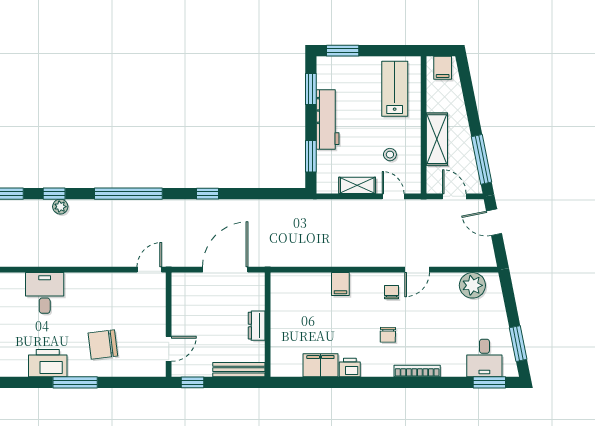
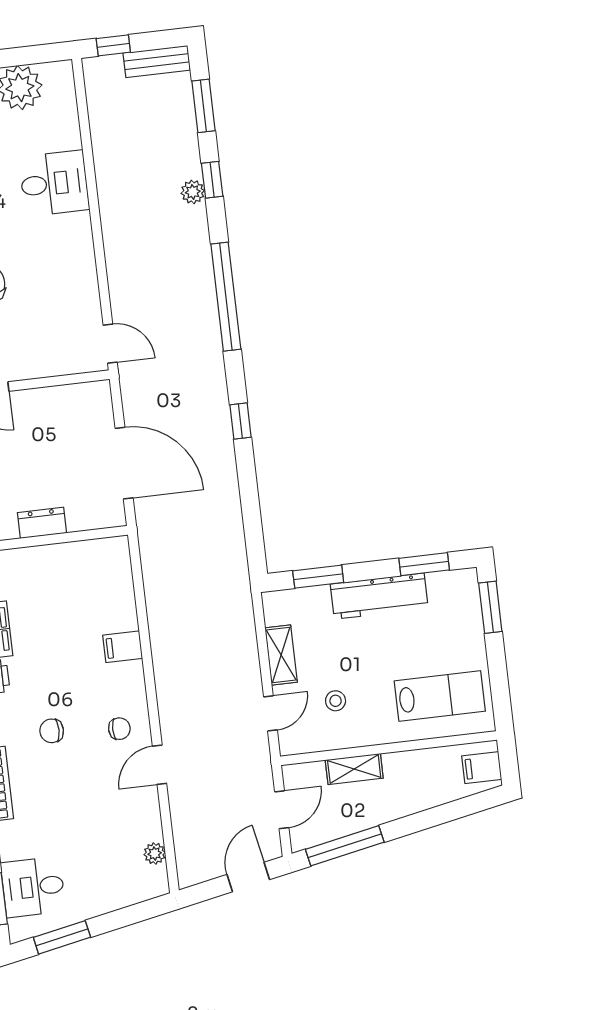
shelving: (437, 139) -> (354, 769), width x0.67, depth x0.75
door: (417, 270) -> (160, 765), hinge flipped
plant: (472, 285) -> (155, 853), width x0.53, depth x0.53

